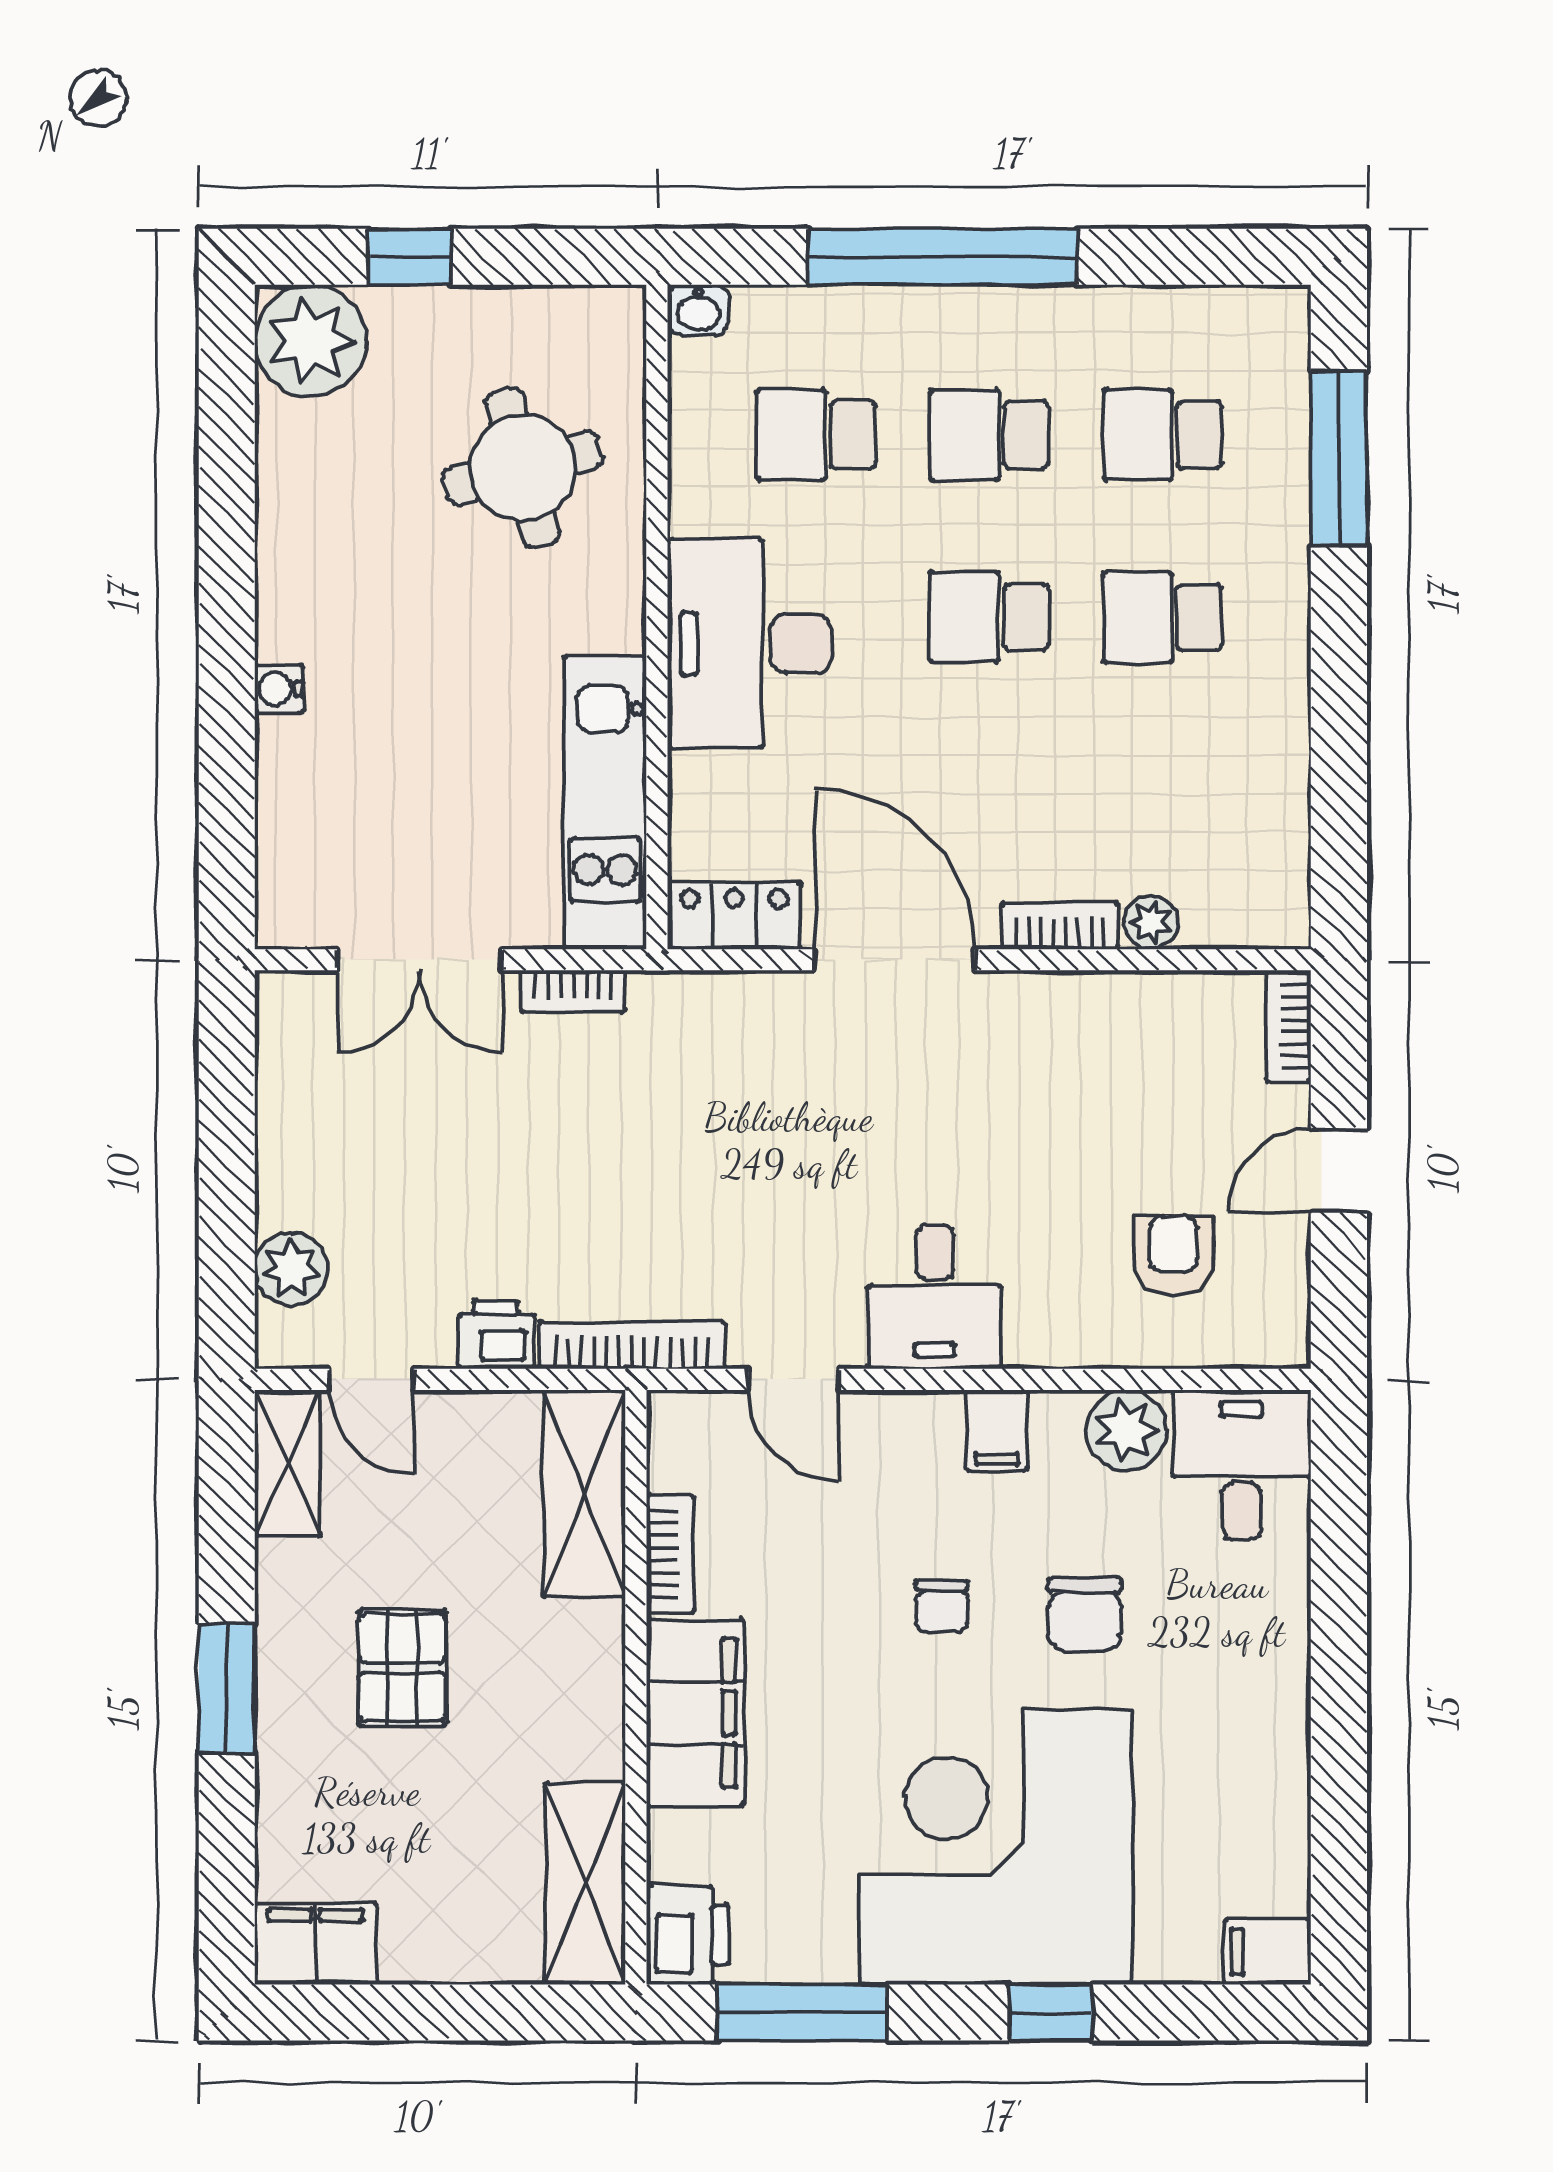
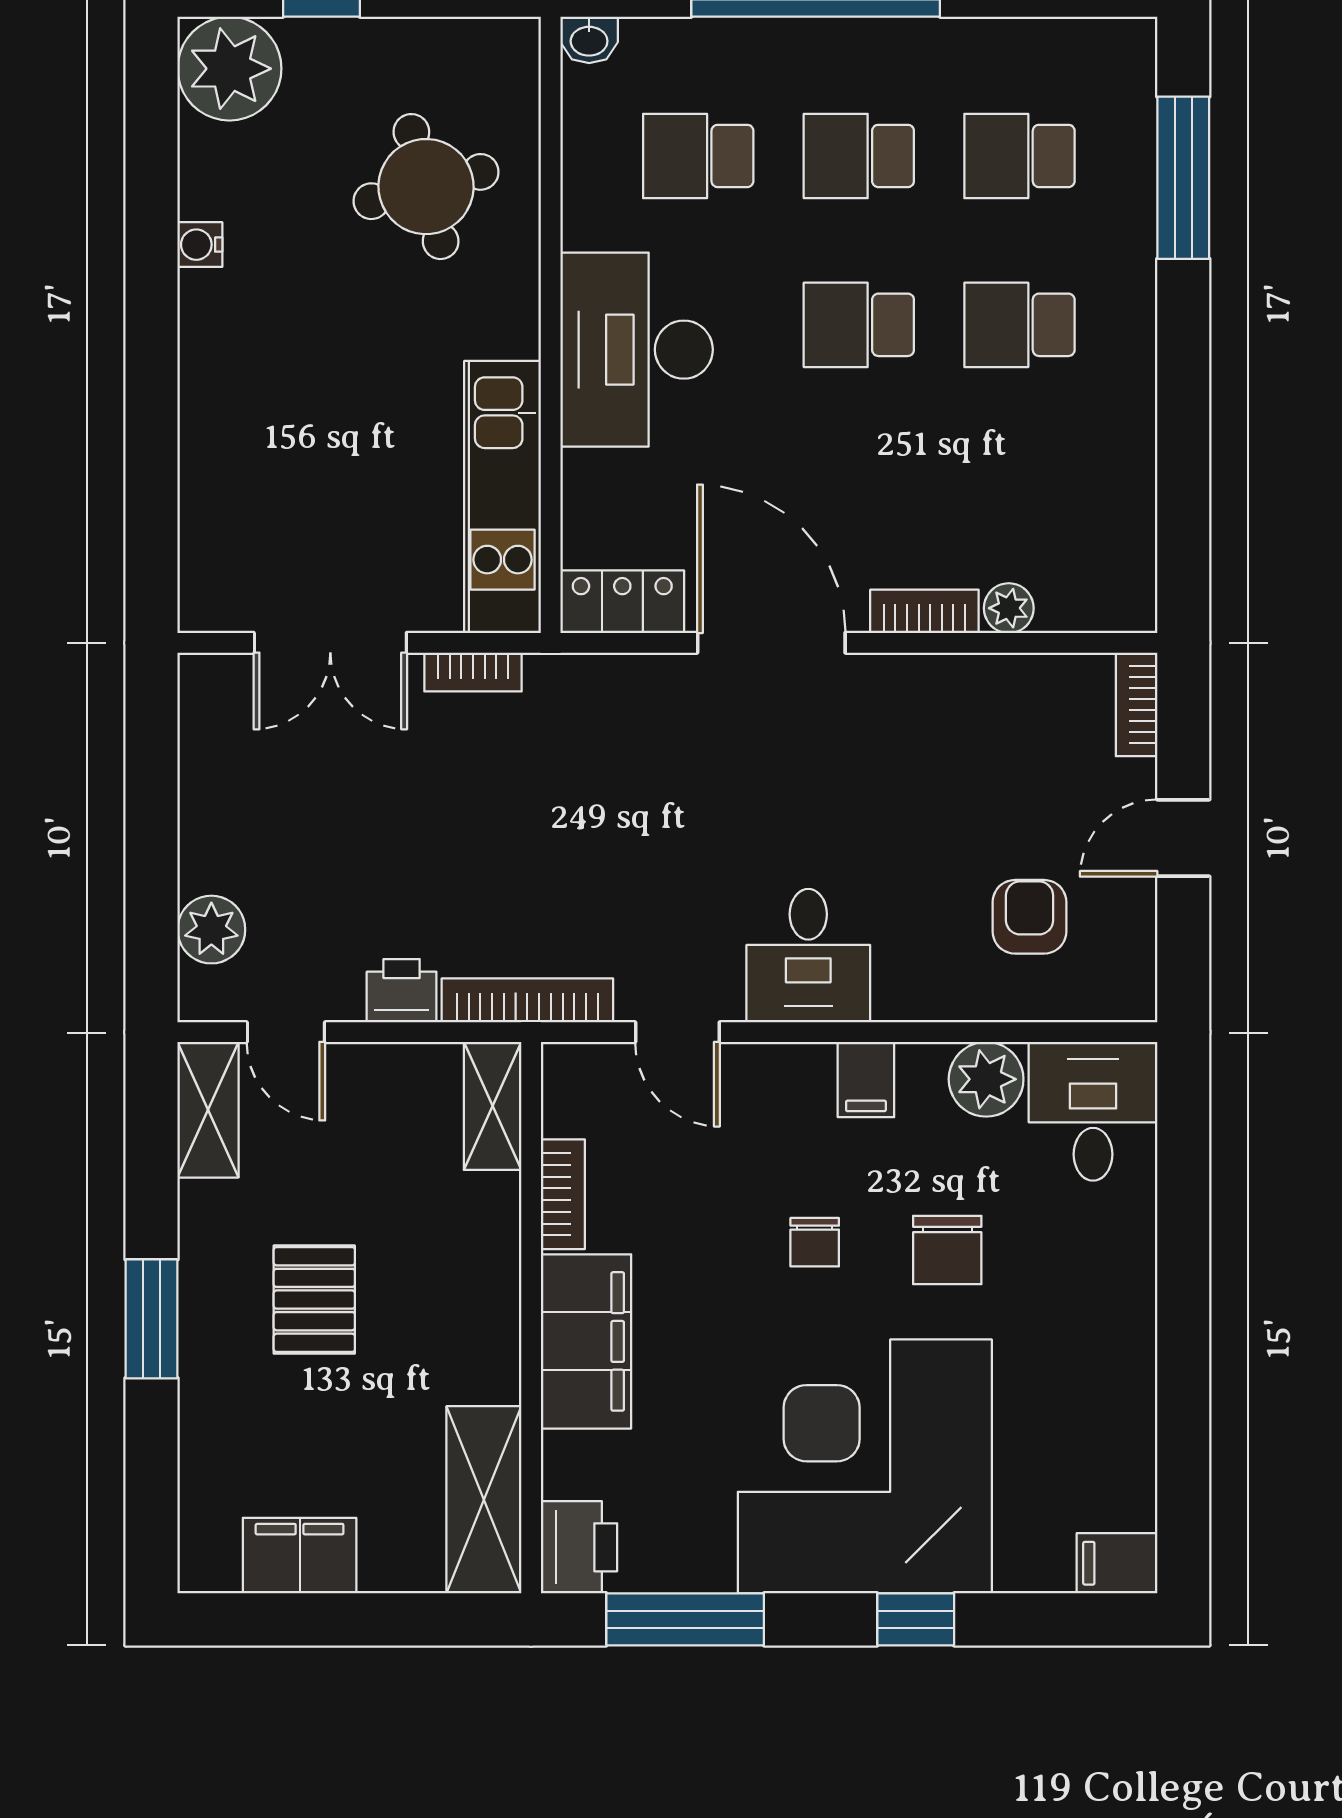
water cooler: (279, 689) -> (200, 245), moved
shelving: (584, 1493) -> (493, 1106), width x0.67, depth x0.75
filing cabinet: (316, 1944) -> (300, 1556), moved

